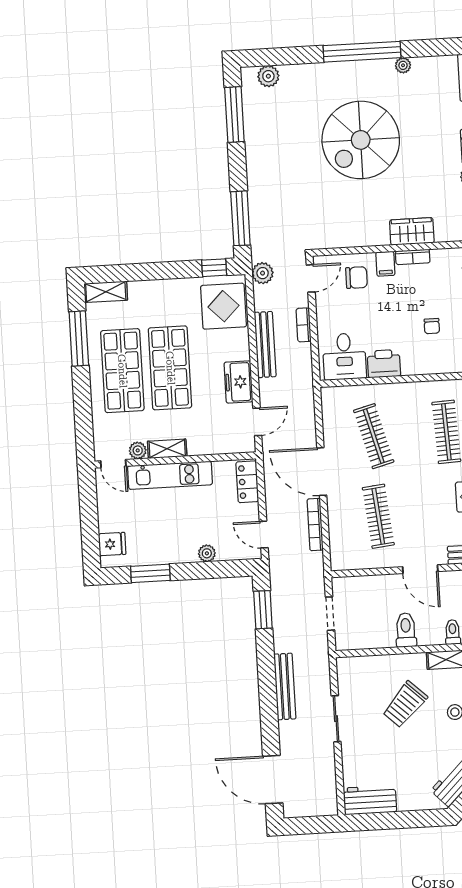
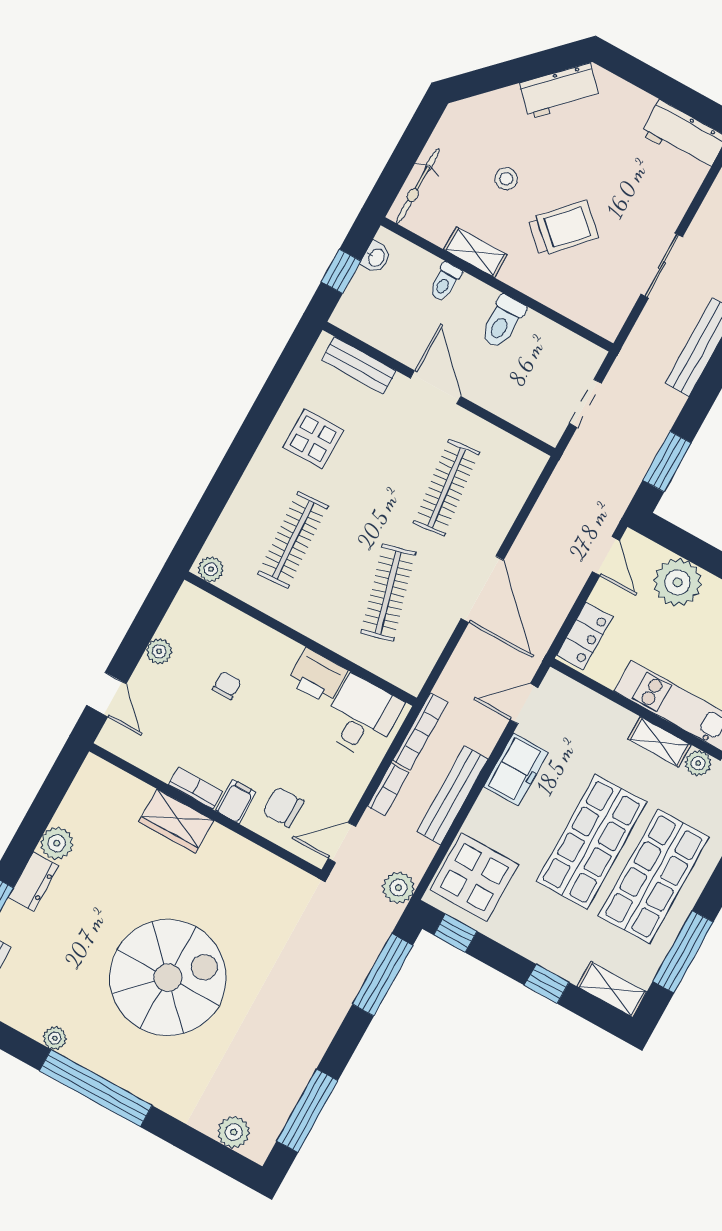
window: (144, 272) -> (547, 984), added
bookcase: (315, 525) -> (420, 731), moved
plant: (207, 553) -> (678, 582), width x1.88, depth x1.88

